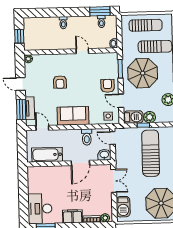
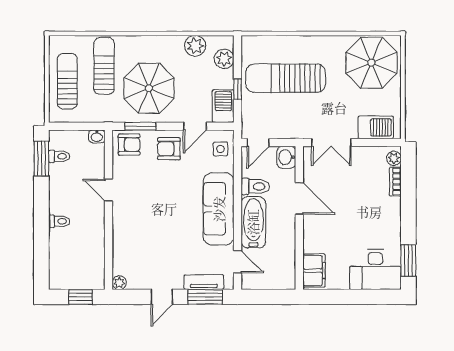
door: (82, 51) -> (109, 190), hinge flipped
armchair: (60, 82) -> (129, 145), moved
sofa: (73, 116) -> (219, 209), width x1.36
plant: (150, 117) -> (224, 59), moved
door: (42, 128) -> (238, 262), swing flipped
bathtub: (47, 155) -> (253, 222), moved, turned 180
double door: (114, 181) -> (331, 143), swing flipped
filing cabinet: (73, 216) -> (314, 271), moved, turned 180

